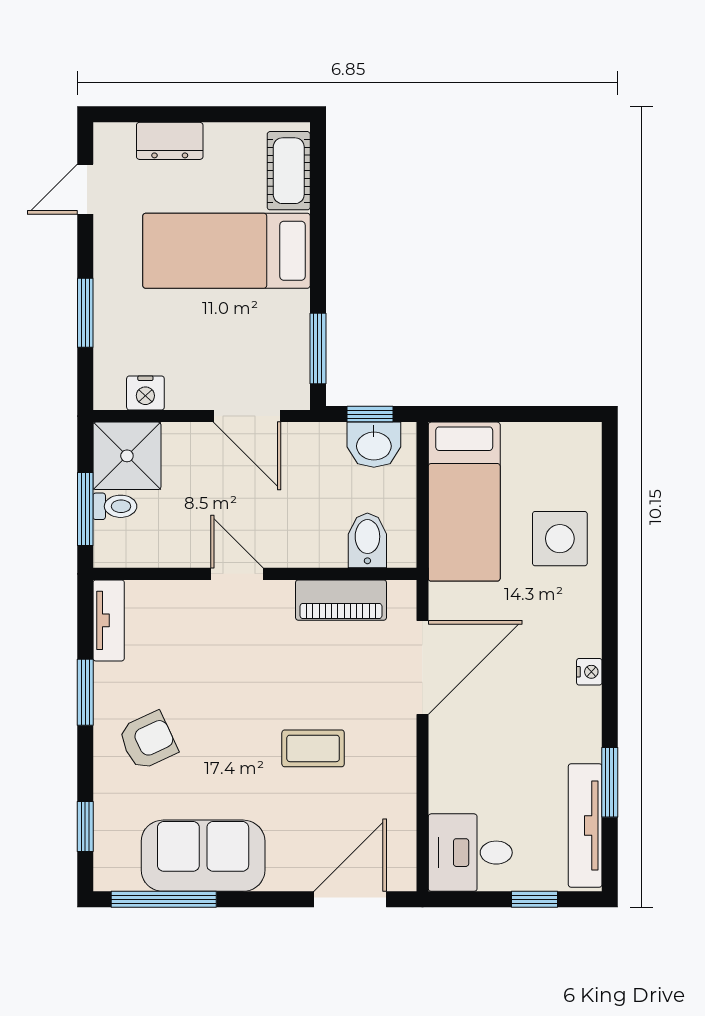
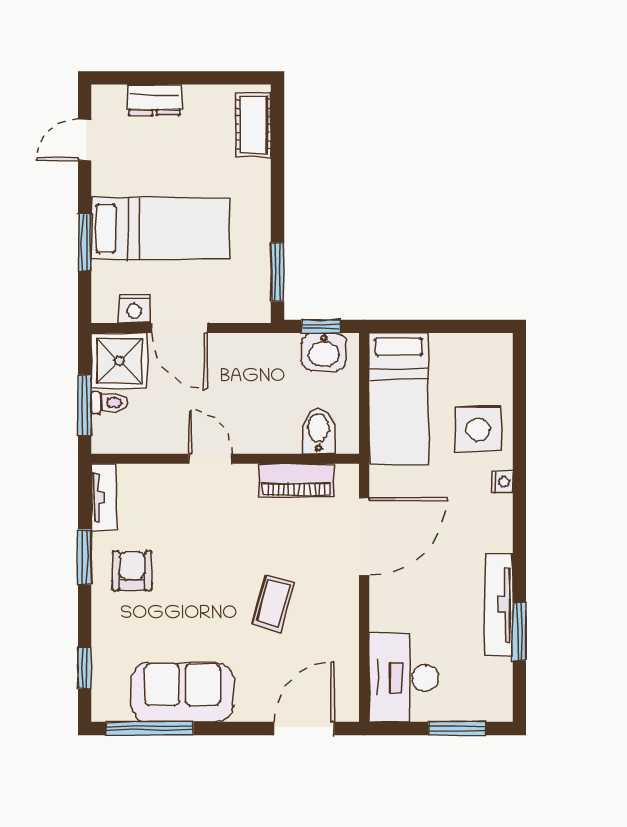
bed: (226, 251) -> (160, 228), moved, turned 180
door: (247, 416) -> (179, 328), moved
nightstand: (589, 672) -> (502, 482), moved
armchair: (148, 741) -> (132, 571), moved, turned -65
coffee table: (313, 748) -> (273, 603), turned -75
tv unit: (585, 825) -> (499, 605), moved
desk: (470, 853) -> (404, 678), width x1.37
window: (535, 899) -> (457, 729), width x1.50

